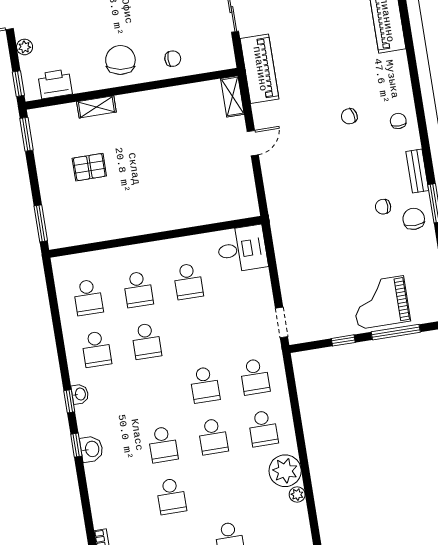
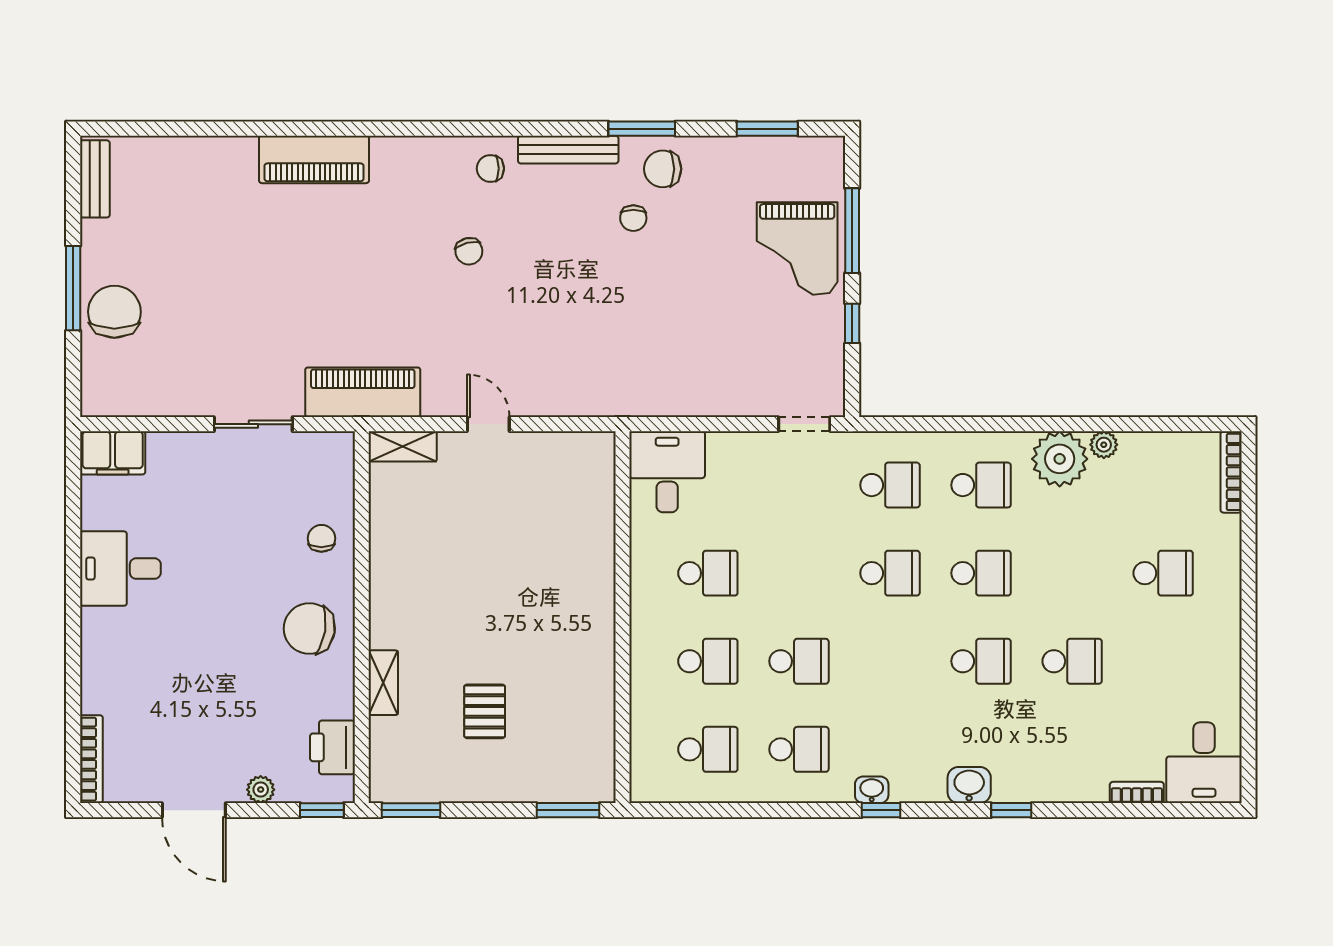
bench: (417, 171) -> (568, 150), width x1.36
window: (76, 445) -> (1011, 810), moved

